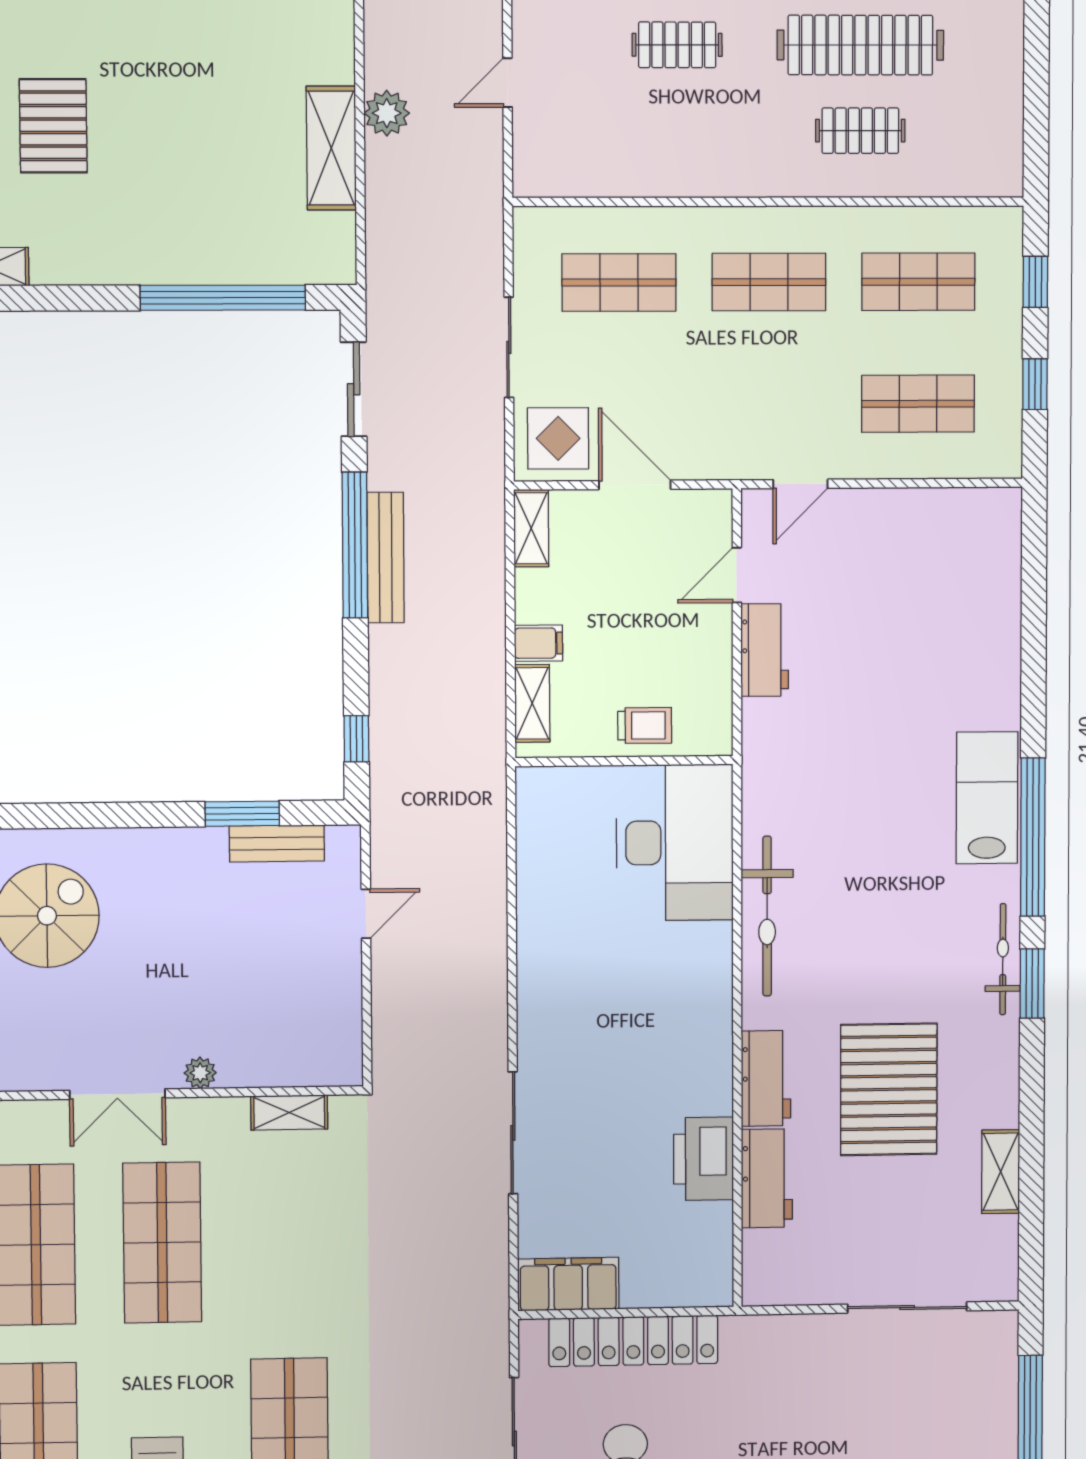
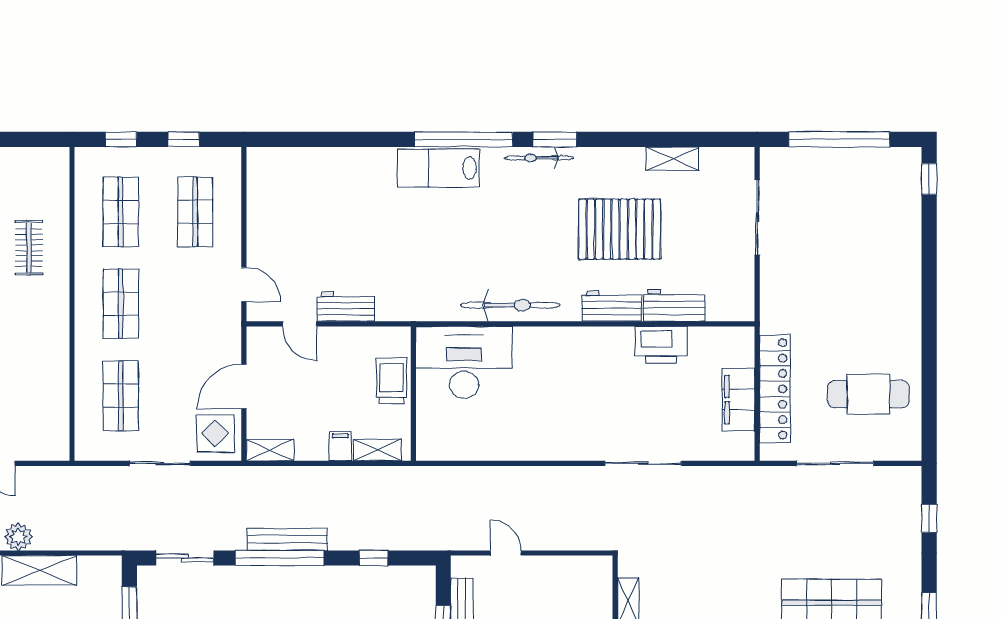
trolley: (645, 725) -> (391, 381), width x1.36, depth x1.39
window: (356, 739) -> (374, 558), moved
filing cabinet: (568, 1284) -> (738, 400), moved

